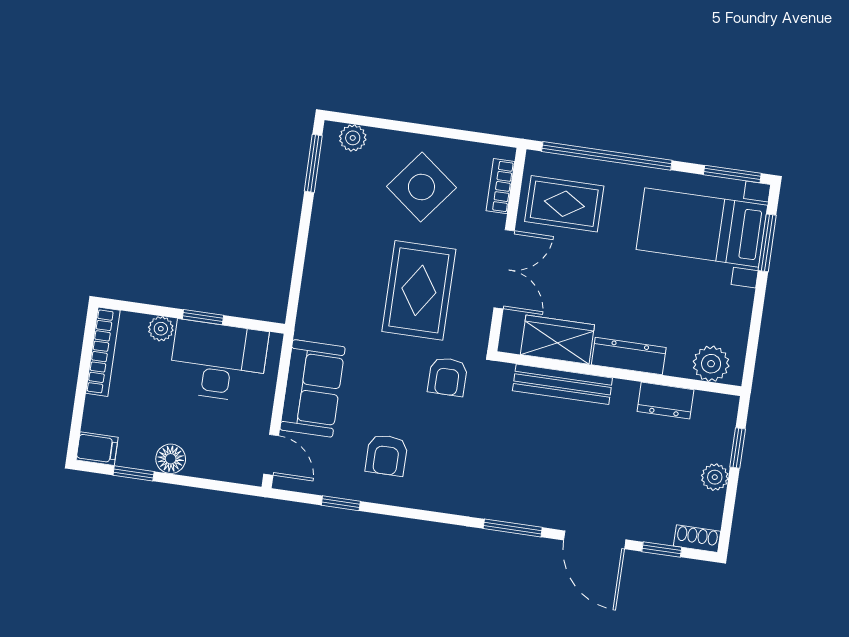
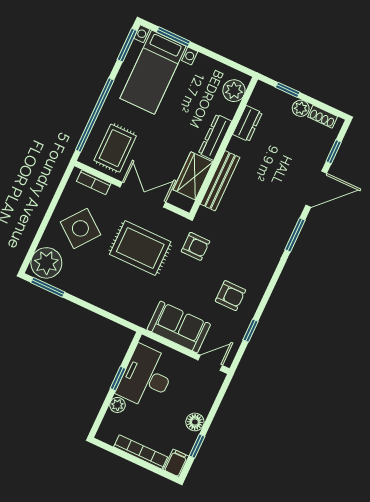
plant: (353, 138) -> (46, 263), width x1.87, depth x1.87
bookcase: (103, 352) -> (141, 452), moved
shoe rack: (697, 539) -> (323, 117), moved, turned -90

